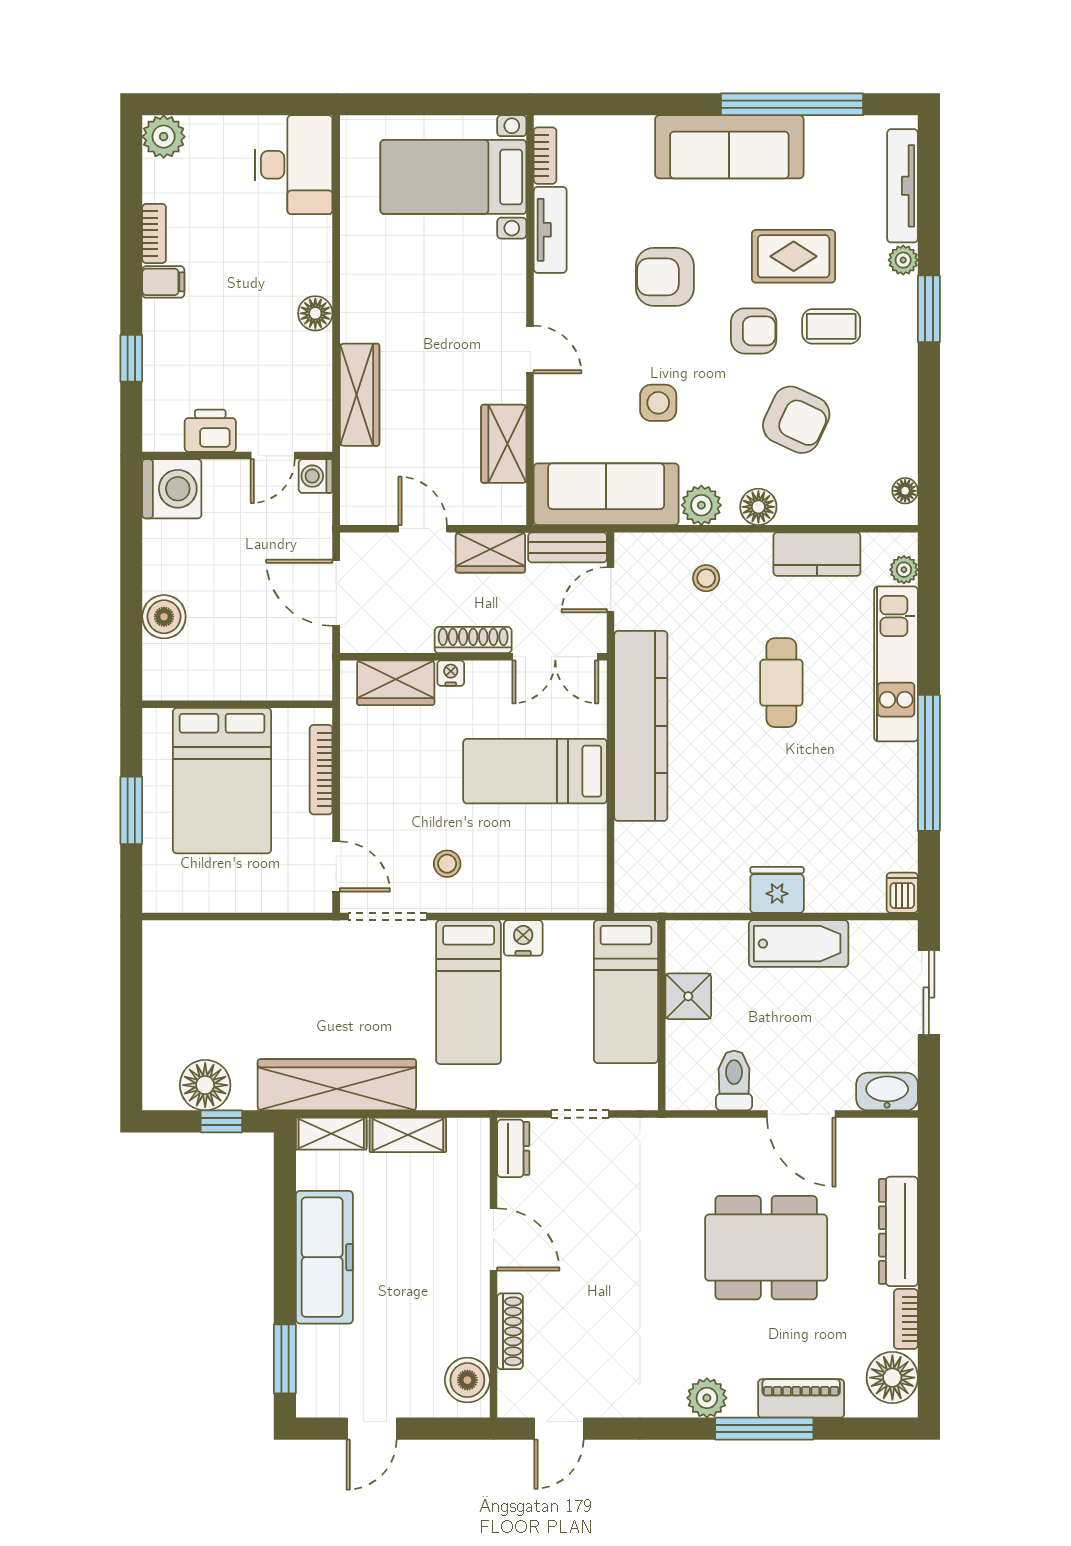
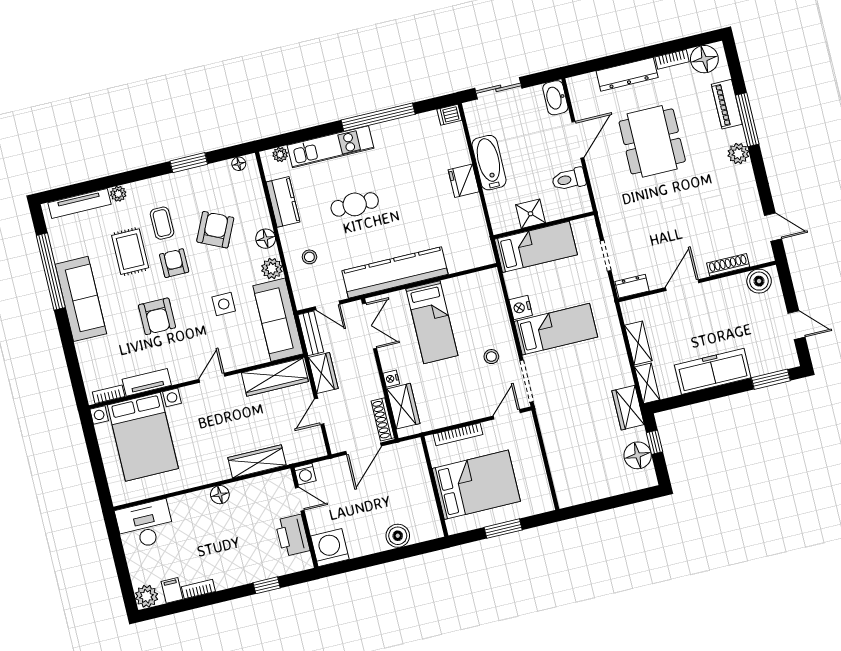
bed with nightstands: (453, 177) -> (143, 437), width x1.36
filing cabinet: (163, 282) -> (172, 590), moved
window: (929, 309) -> (189, 163), moved
printer: (210, 431) -> (292, 535), width x1.37, depth x1.19
wardrobe: (504, 444) -> (275, 377), width x1.50
shoe rack: (473, 640) -> (383, 419), moved
wardrobe: (337, 1085) -> (628, 408), width x0.48, depth x0.85

